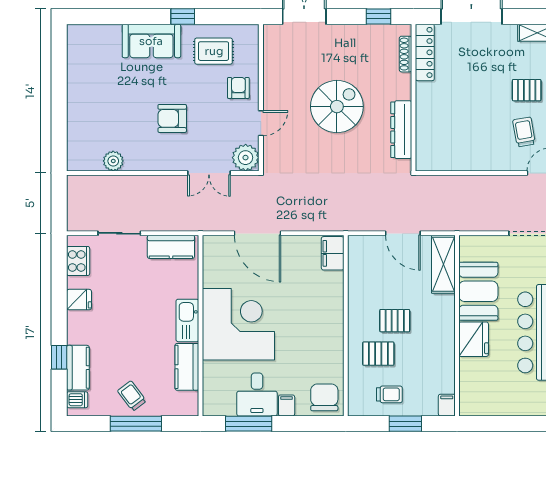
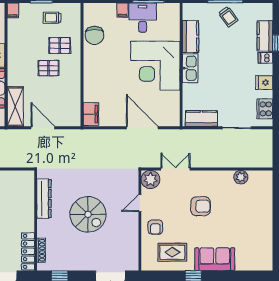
spiral stairs: (337, 107) -> (88, 214), turned -90
chair: (324, 397) -> (94, 35), moved
dishwasher: (77, 400) -> (265, 58), moved

